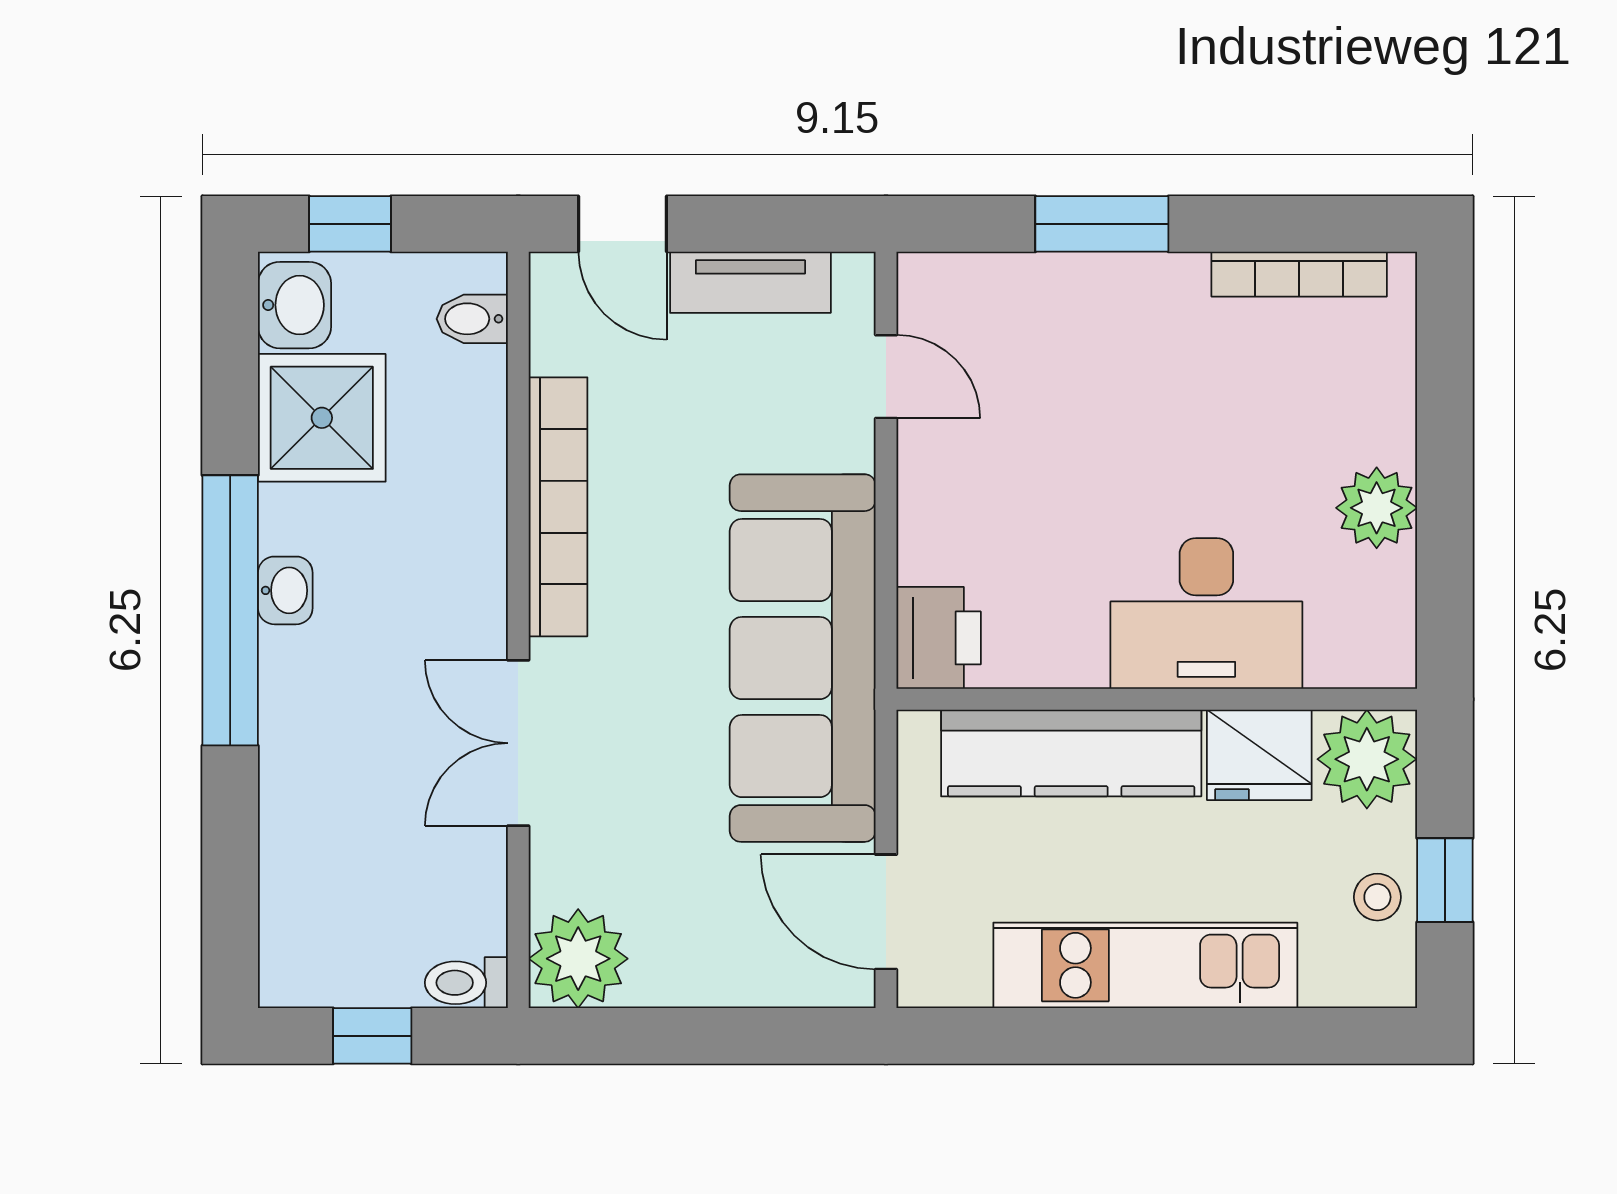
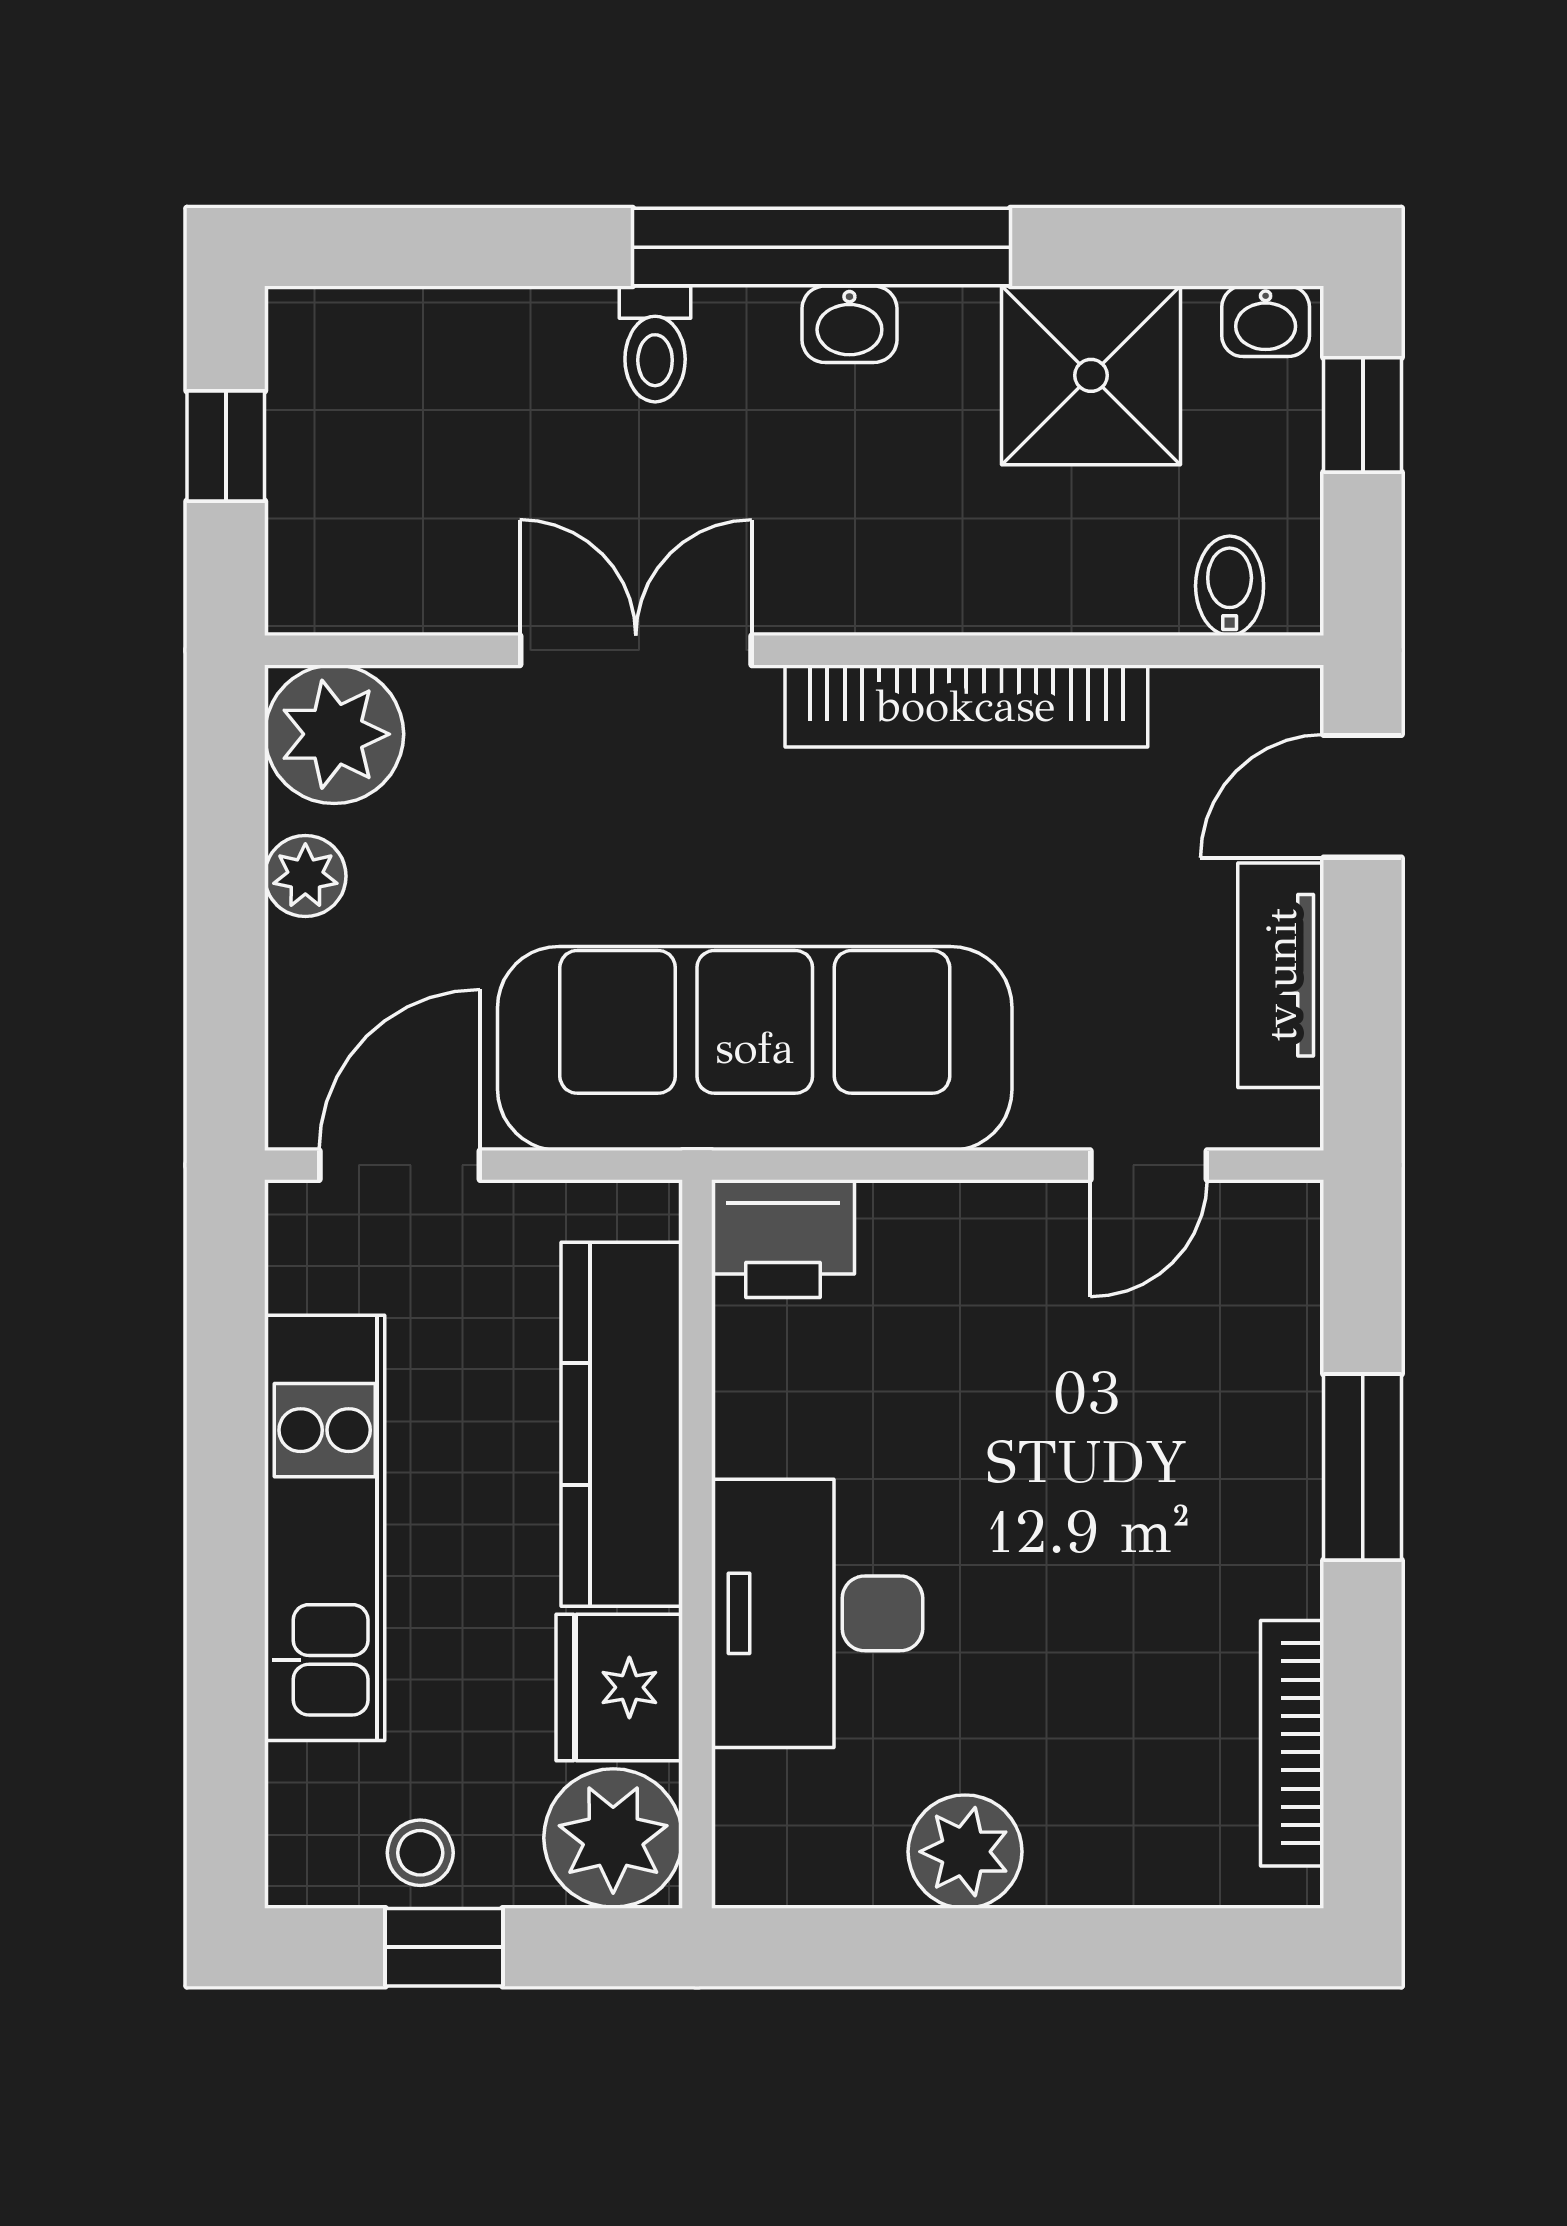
washbasin: (295, 305) -> (1266, 321), width x0.72, depth x0.69
plant: (680, 979) -> (305, 876), added
toilet: (466, 983) -> (655, 344), moved, turned 180

